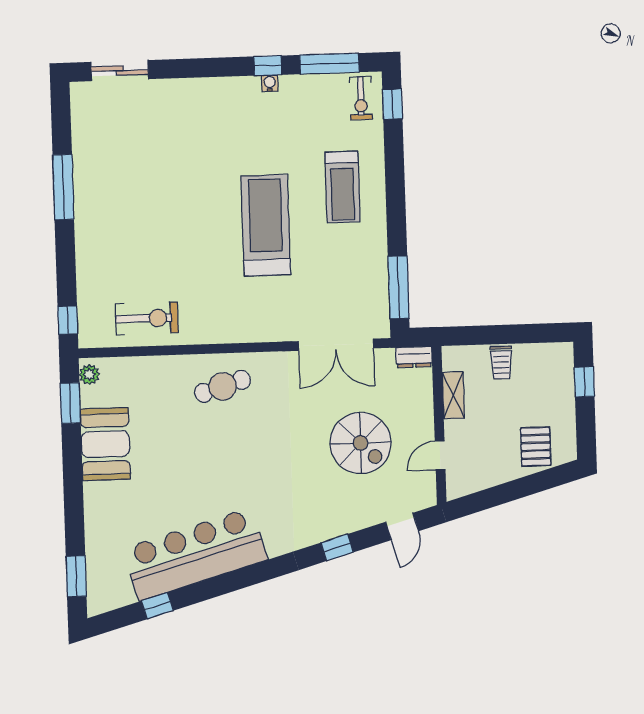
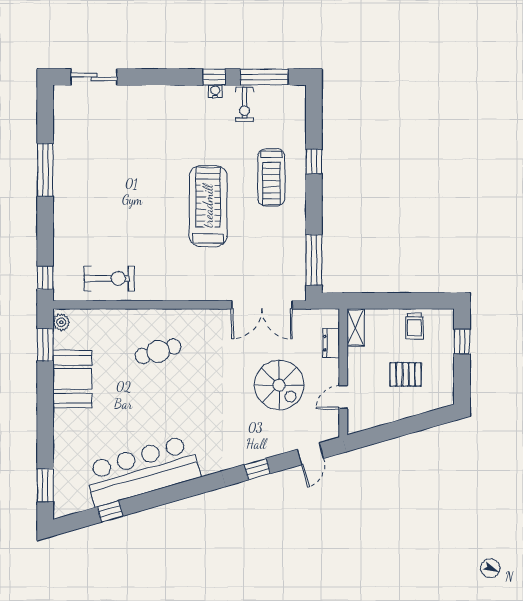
exercise bike: (361, 98) -> (245, 104), moved
window: (392, 104) -> (314, 161), moved
dresser: (414, 357) -> (331, 343), moved, turned 90
trolley: (501, 363) -> (414, 326), moved
cafe table: (223, 386) -> (158, 351), moved
shelving: (453, 395) -> (356, 328), moved
pallet: (536, 447) -> (406, 374), moved, turned 90

